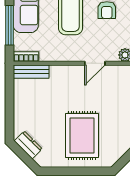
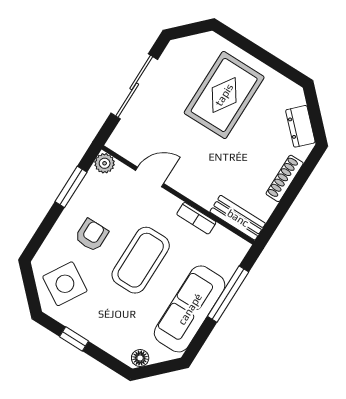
bookcase: (26, 57) -> (196, 218), moved
shoe rack: (19, 110) -> (285, 178), added

